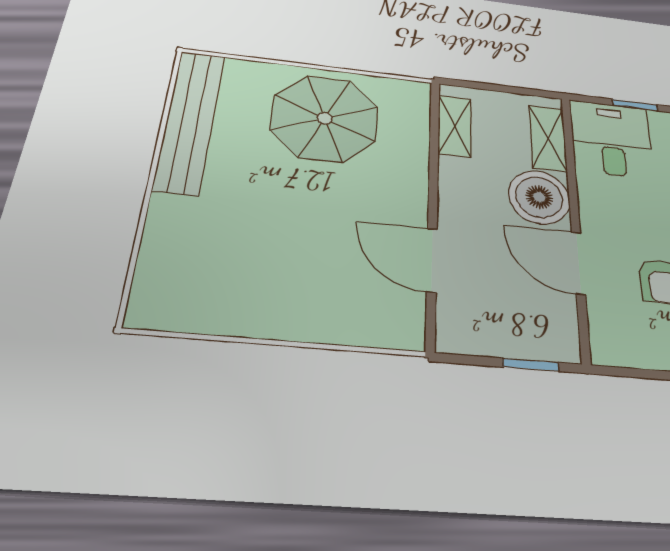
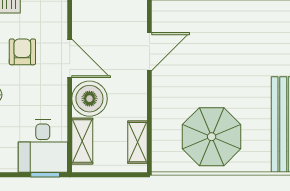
window: (635, 105) -> (45, 175), moved
door: (432, 260) -> (149, 52), hinge flipped

